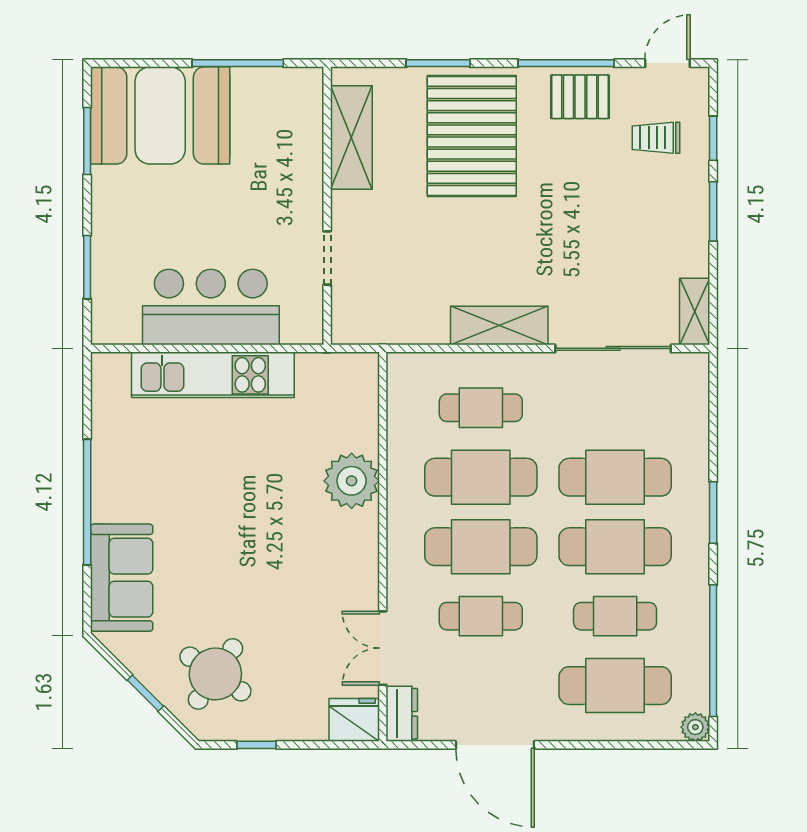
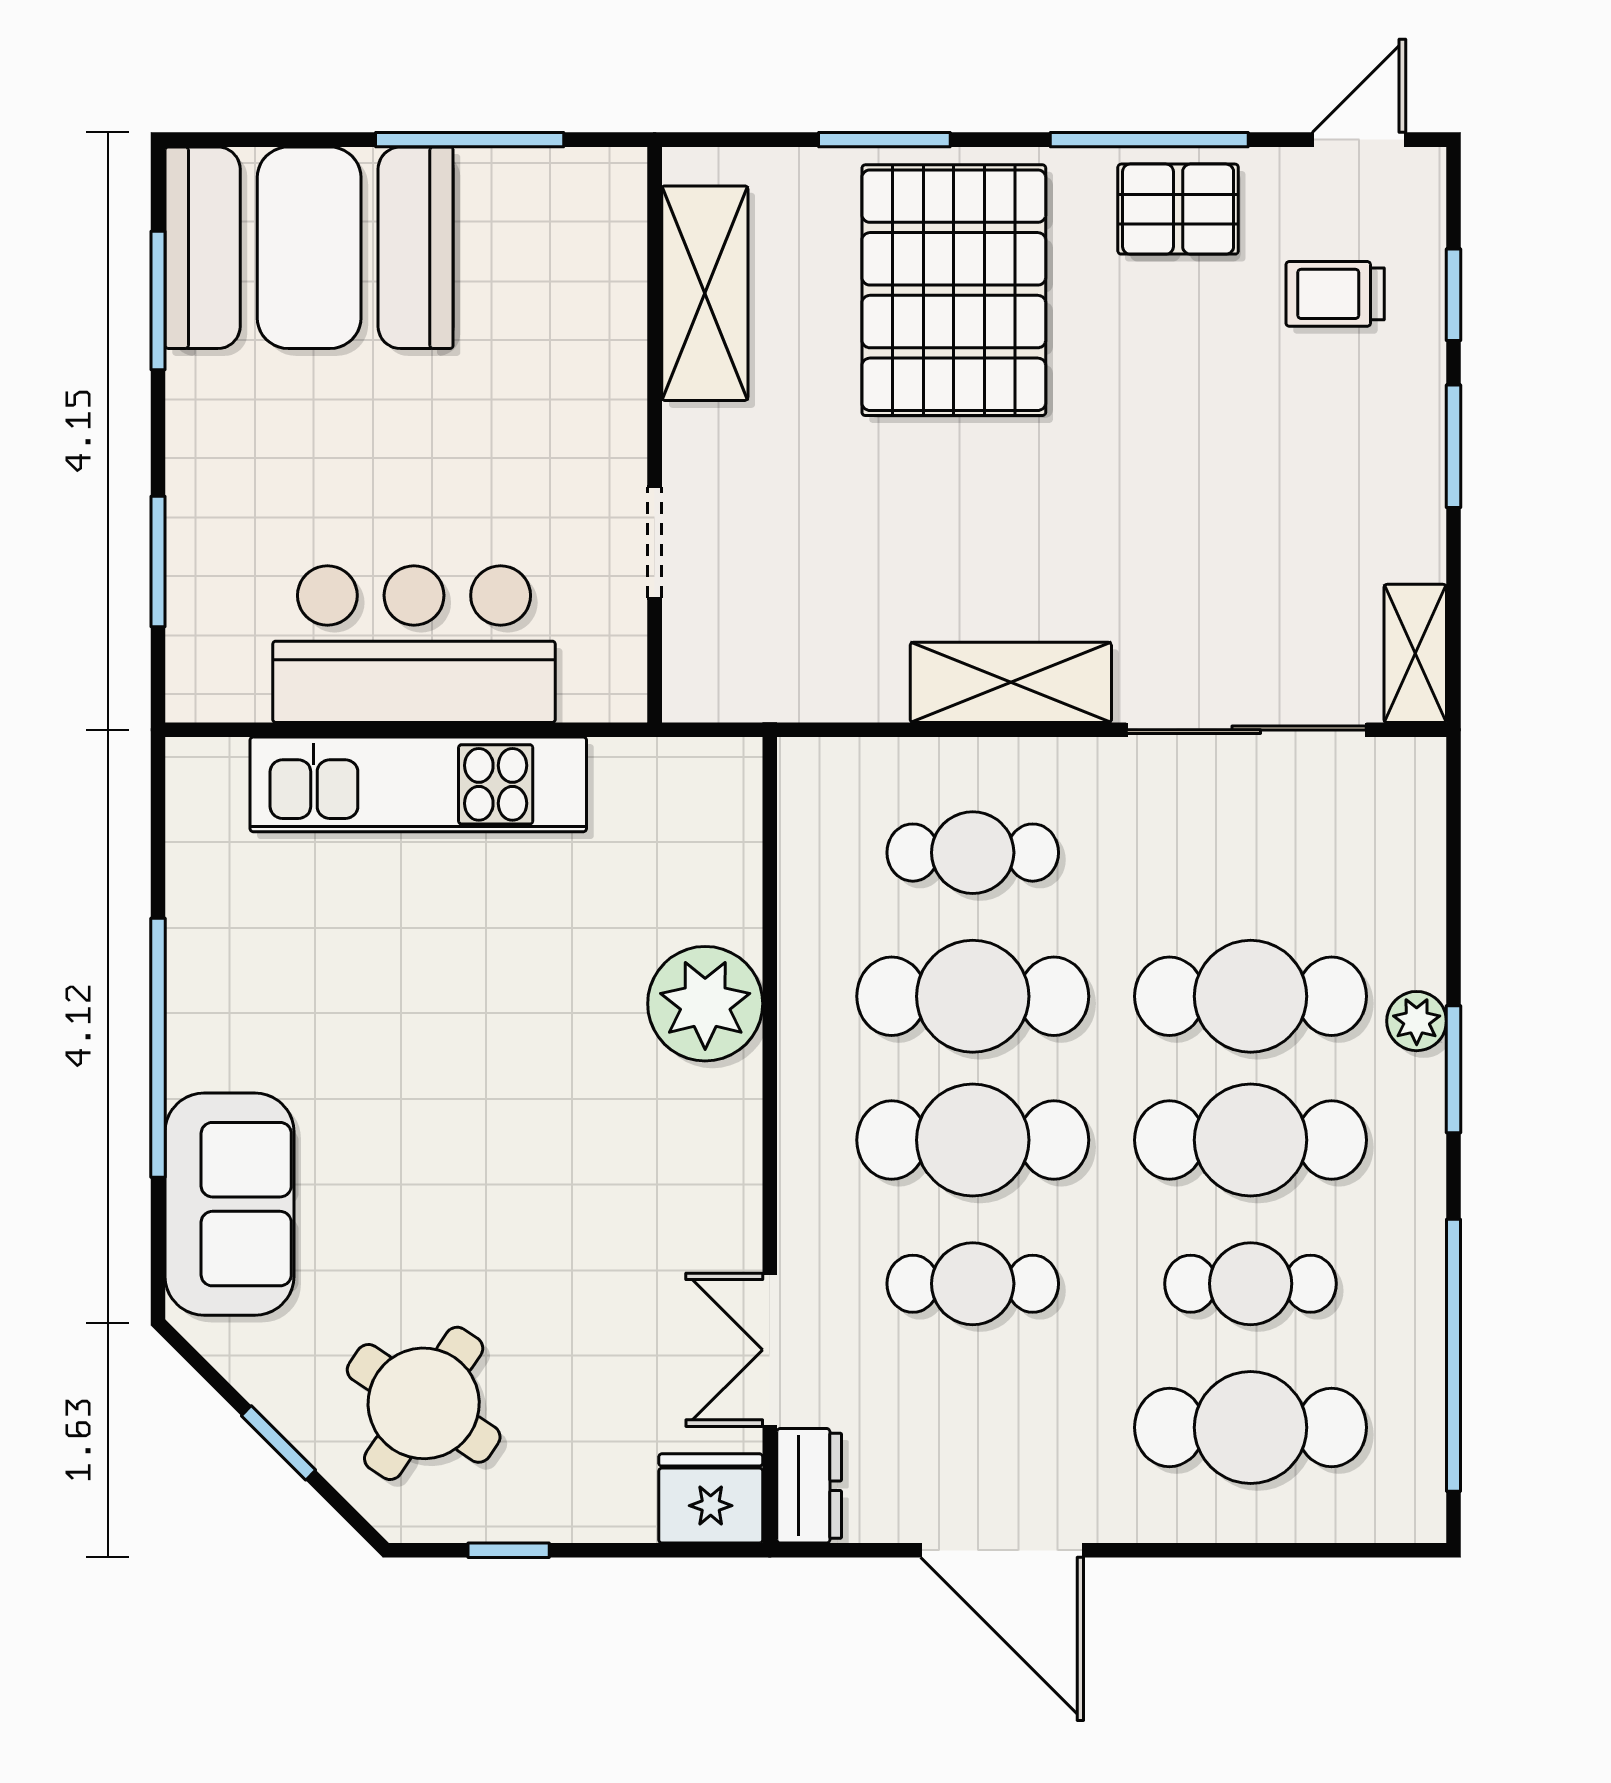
plant: (695, 727) -> (1417, 1021), moved

